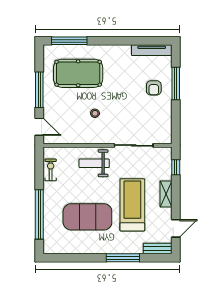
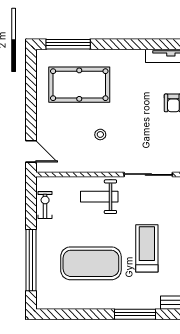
window: (39, 90) -> (31, 105), removed
treadmill: (132, 205) -> (147, 248), width x0.73, depth x0.73

